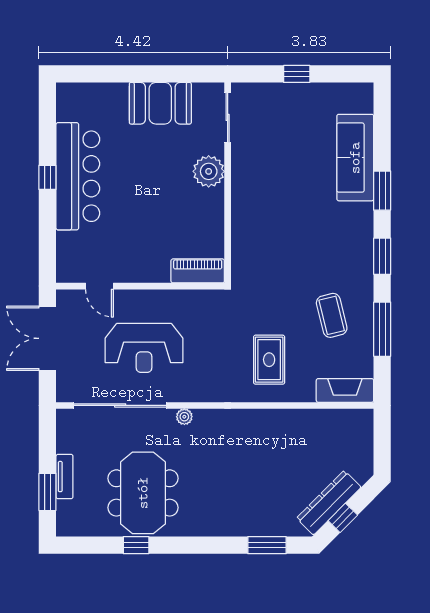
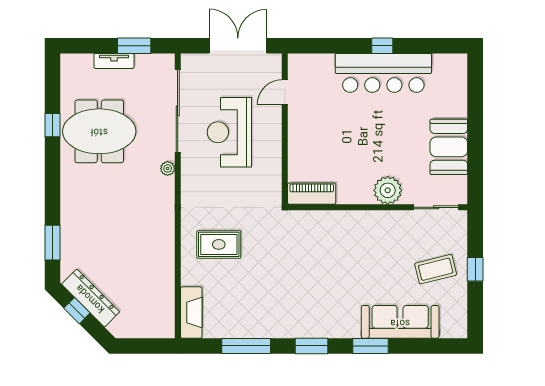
piano: (198, 271) -> (312, 194), moved, turned -90
coffee table: (332, 315) -> (436, 269), moved
window: (47, 492) -> (134, 46), moved

